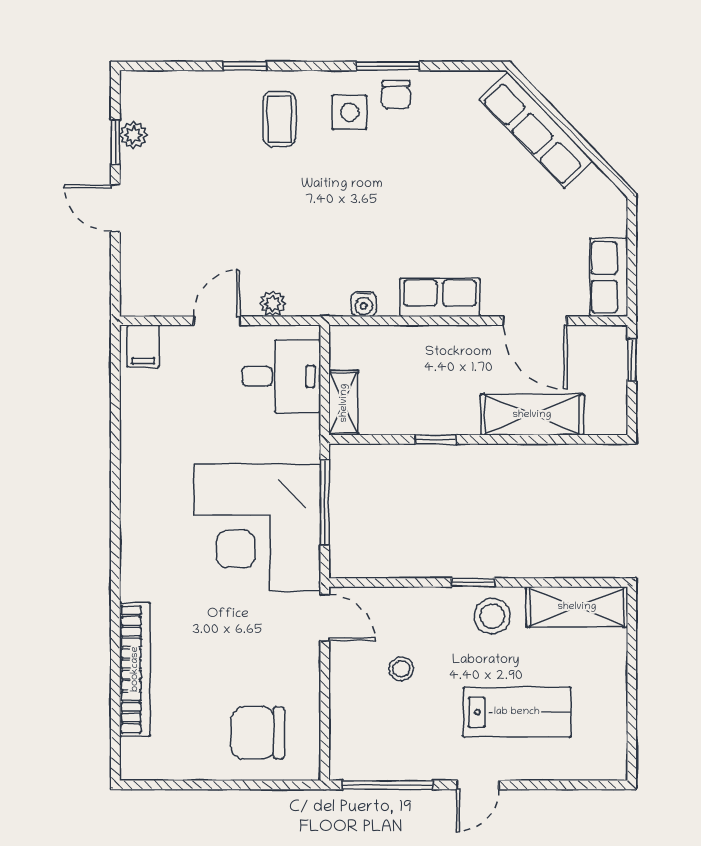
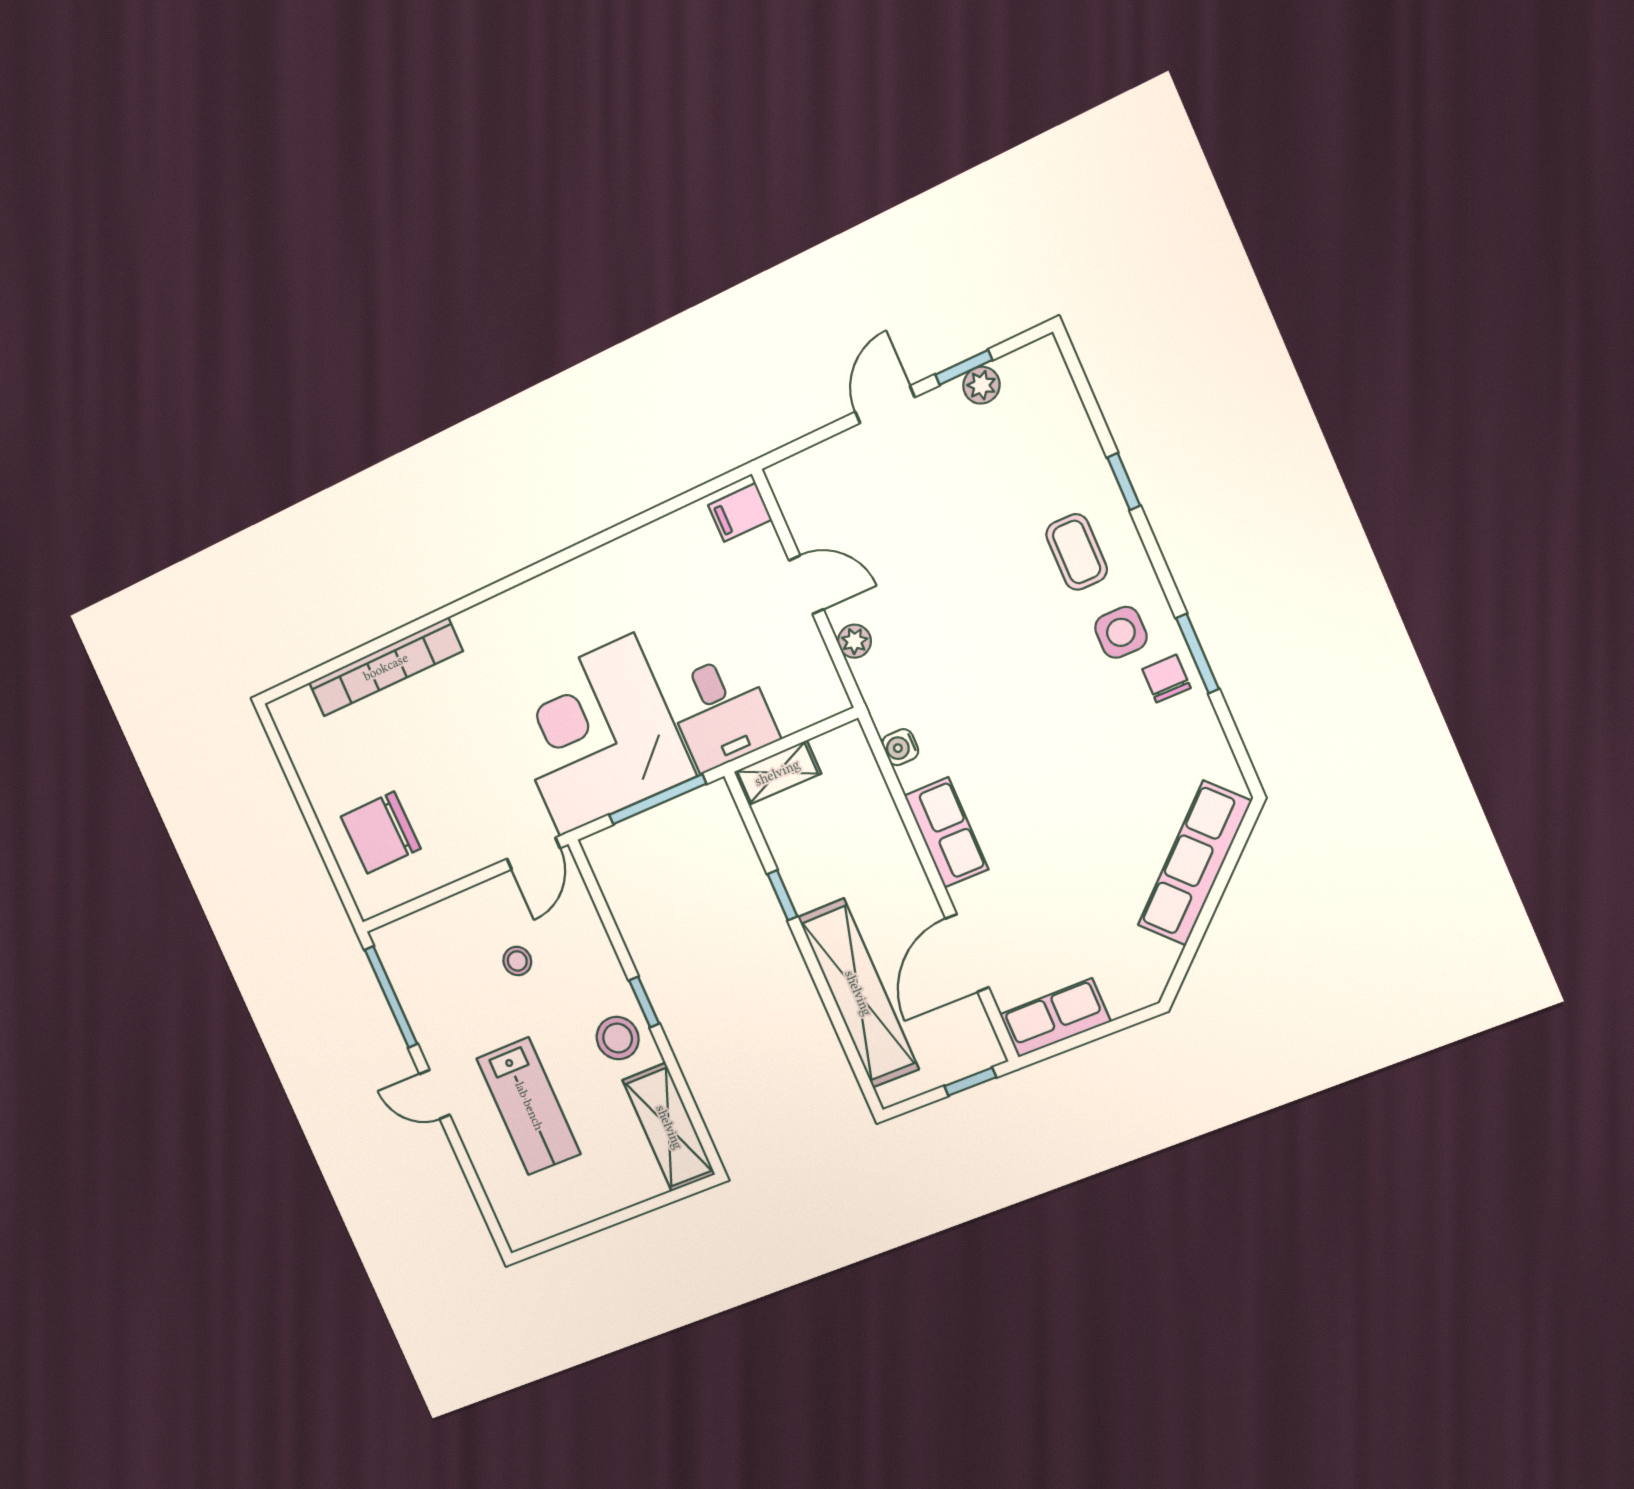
chair: (396, 95) -> (1166, 679), turned 90
coffee table: (280, 119) -> (1077, 552), turned 90
desk: (281, 376) -> (721, 712), moved
shelving: (532, 415) -> (858, 993), width x1.47
chair: (258, 733) -> (381, 833), turned -91

